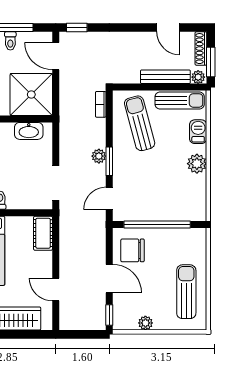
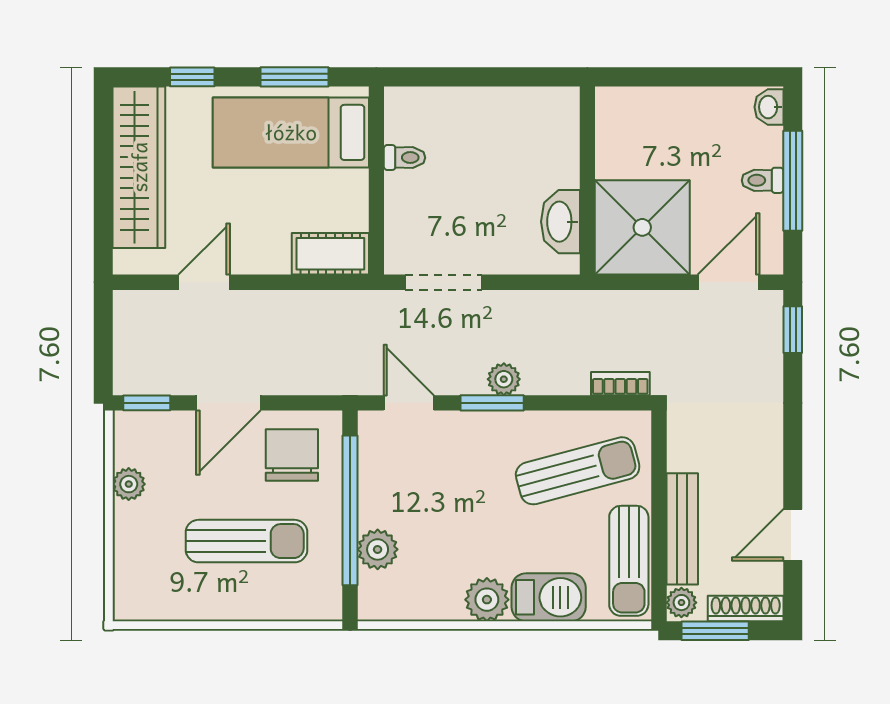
barbecue: (198, 132) -> (549, 597), width x1.38, depth x1.27
plant: (175, 212) -> (378, 549), added
sun lounger: (186, 292) -> (246, 541), moved

